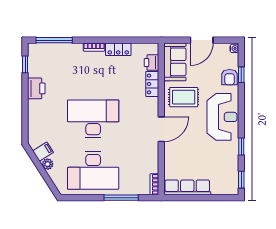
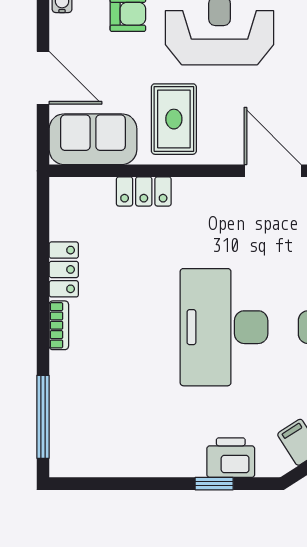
printer: (151, 63) -> (94, 193), removed
window: (25, 64) -> (214, 484), moved
printer: (36, 88) -> (231, 458), moved
door: (161, 129) -> (273, 171), moved

